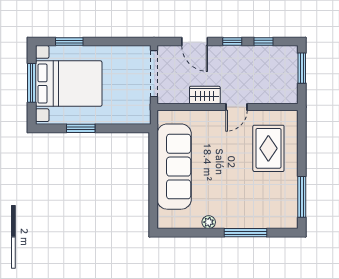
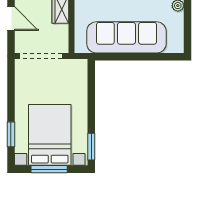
door: (195, 41) -> (11, 19), hinge flipped
window: (81, 128) -> (91, 147), moved

